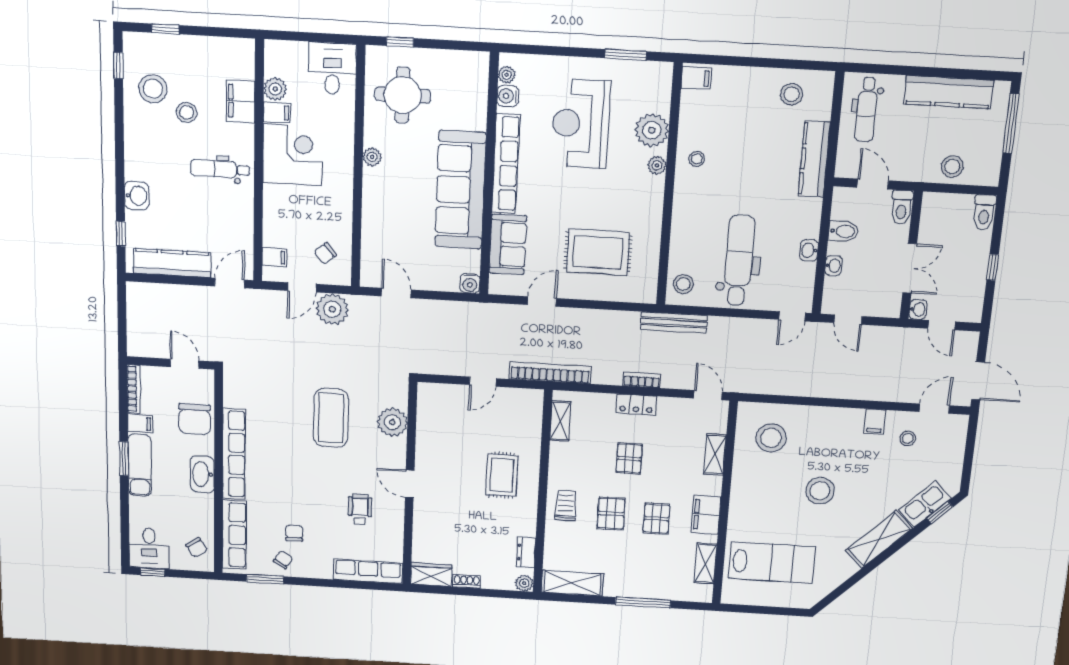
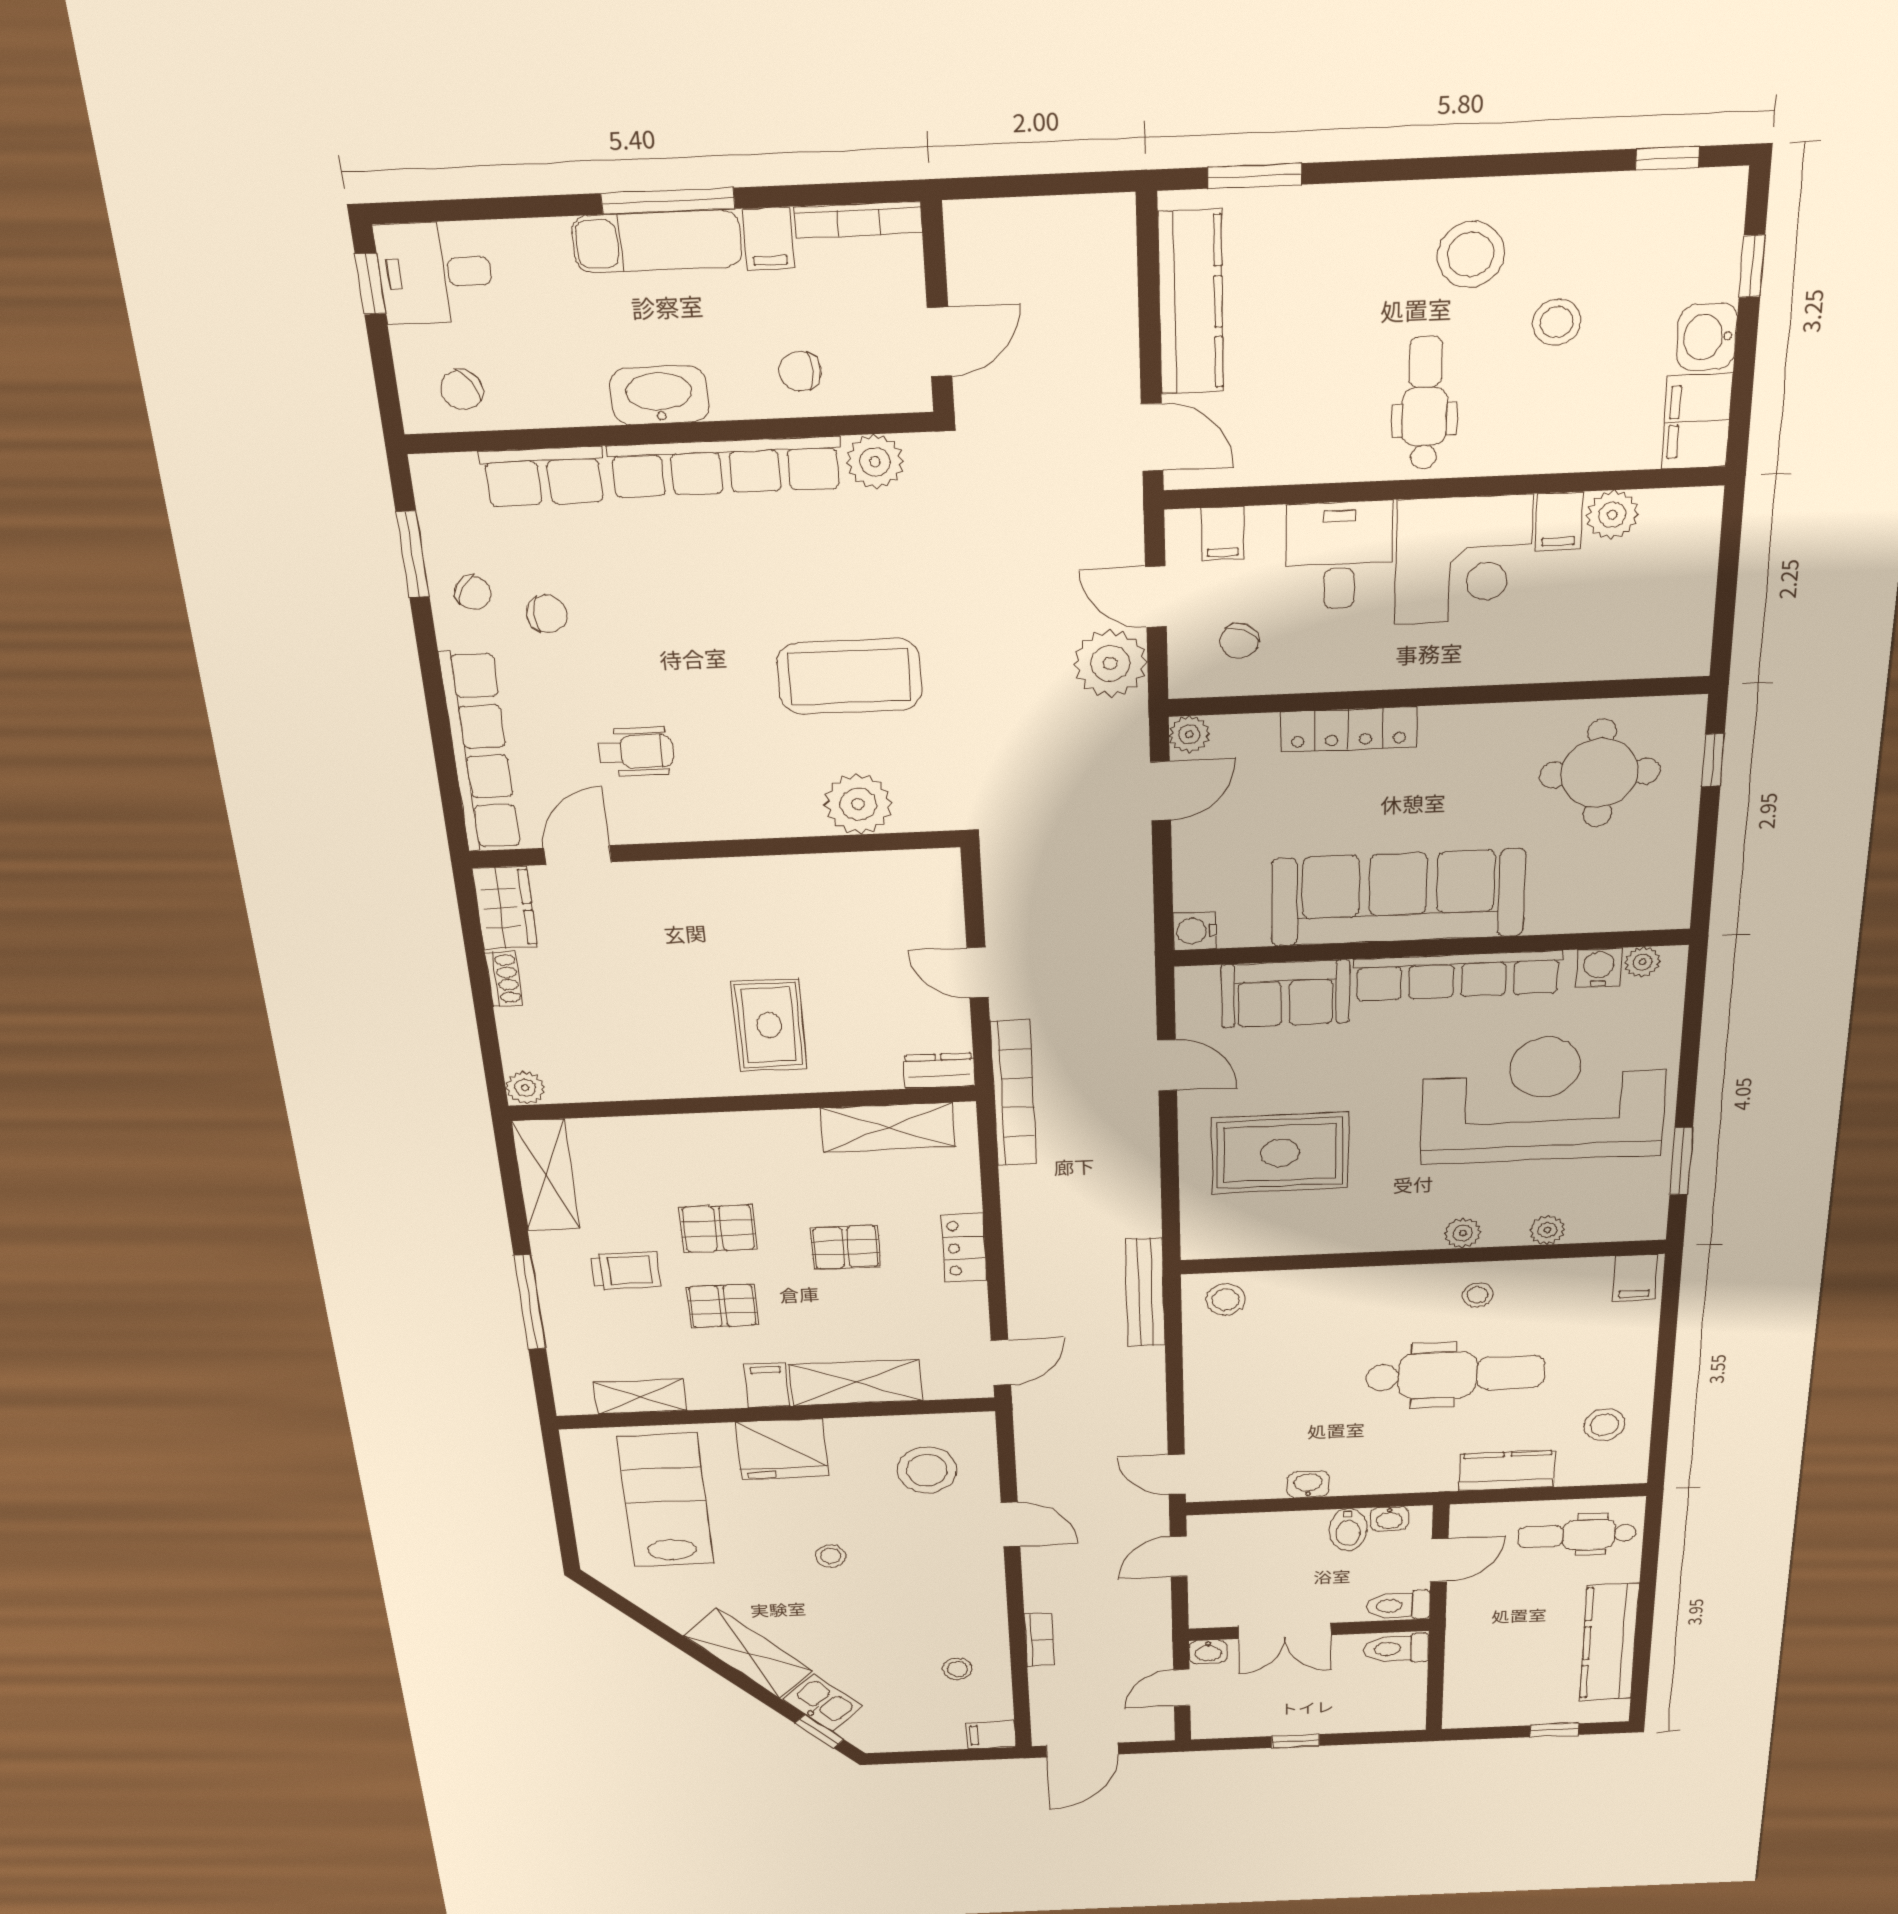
desk: (332, 69) -> (1339, 556), moved, turned -90
stool: (153, 89) -> (1471, 254), moved
filing cabinet: (241, 101) -> (1697, 421), moved, turned -90
reception desk: (581, 124) -> (1544, 1099), width x1.36, depth x1.30
window: (1011, 124) -> (1554, 1730), width x0.46
plant: (652, 130) -> (1547, 1230), width x0.53, depth x0.53
plant: (372, 157) -> (1189, 734), moved
kitchen counter: (814, 159) -> (1507, 1471), width x0.67
stool: (952, 167) -> (1476, 1664), removed
washbasin: (137, 196) -> (1707, 337), moved, turned 90
locker: (372, 208) -> (1349, 730), added
toilet: (984, 212) -> (1396, 1649), moved
window: (121, 234) -> (1255, 176), width x1.50
rug: (598, 252) -> (1280, 1153), turned 90
chair: (325, 253) -> (1240, 641), turned -117
dental chair: (739, 261) -> (1455, 1375), moved
washbasin: (833, 266) -> (1389, 1519), moved
bookcase: (642, 380) -> (1039, 1640), moved
plant: (235, 395) -> (875, 462), added
door: (934, 409) -> (1011, 1524), moved
chair: (195, 419) -> (800, 371), width x0.54, depth x0.54
shelving: (560, 421) -> (888, 1127), width x1.50, depth x1.33
filing cabinet: (875, 422) -> (991, 1735), moved
shelving: (715, 454) -> (856, 1383), width x1.50, depth x1.33
window: (124, 459) -> (668, 201), width x1.44
rug: (502, 475) -> (769, 1025), turned 90
door: (410, 484) -> (578, 855), moved
stool: (820, 491) -> (831, 1556), width x0.53, depth x0.53
fridge: (747, 504) -> (782, 1449), added
kitchen sink: (925, 504) -> (823, 1703), width x0.73
trolley: (566, 505) -> (626, 1270), moved
filing cabinet: (706, 515) -> (767, 1385), width x0.50
row of seats: (234, 535) -> (544, 476), width x0.68
dresser: (526, 552) -> (939, 1071), moved
lab bench: (772, 563) -> (665, 1501), turned 180
row of seats: (368, 571) -> (480, 752), width x1.36

